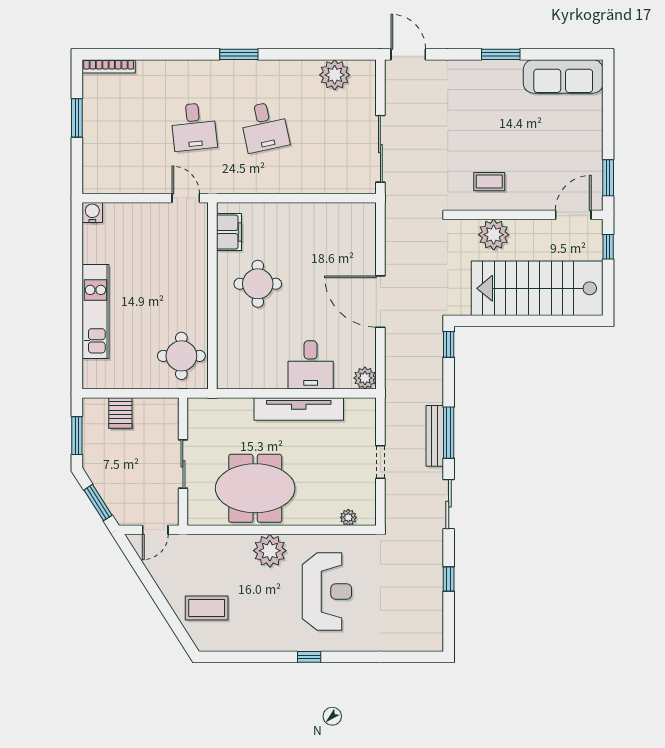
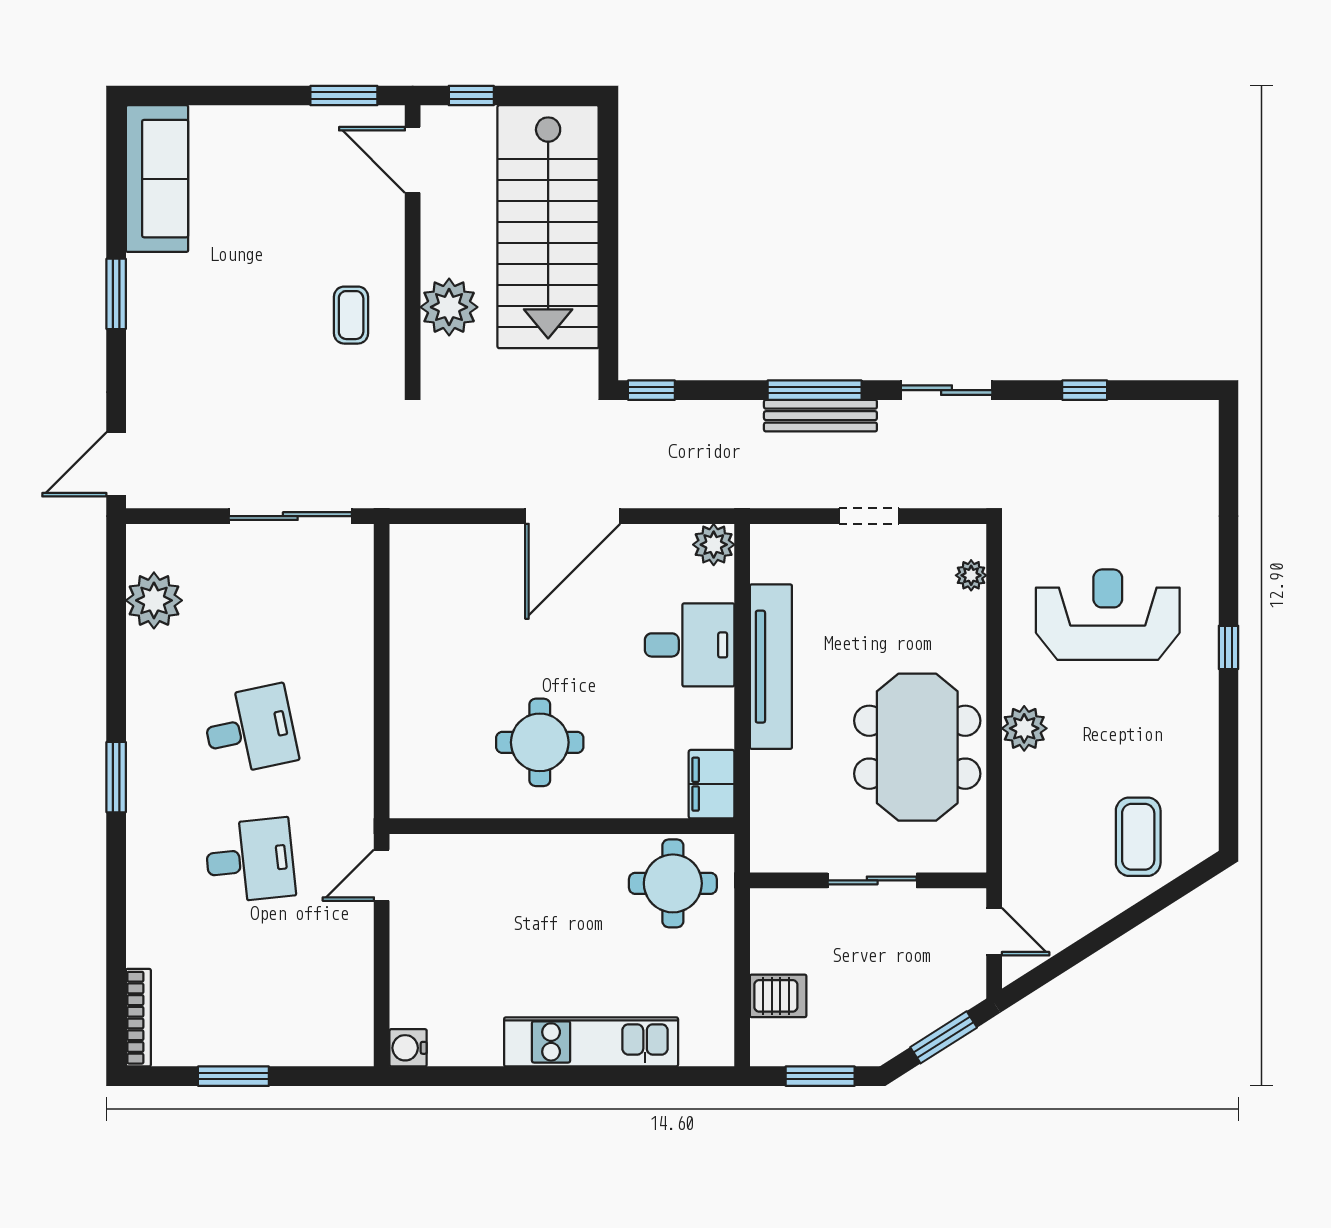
filing cabinet: (229, 232) -> (712, 784), moved, turned -90
plant: (270, 551) -> (1024, 728), width x0.73, depth x0.73

